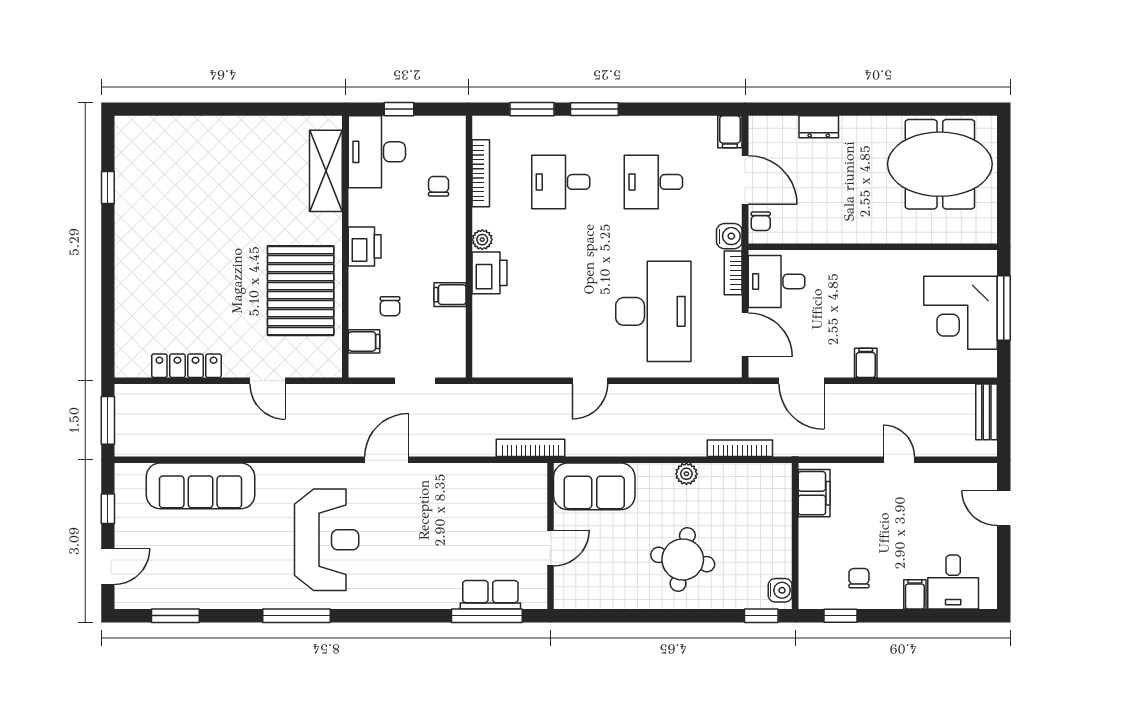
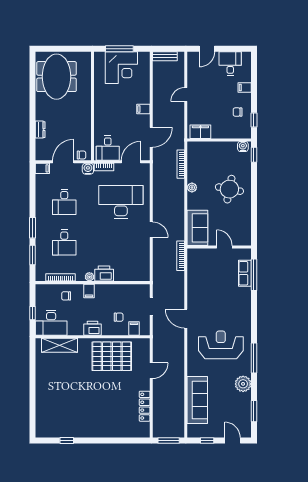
filing cabinet: (450, 295) -> (89, 291), moved
desk: (953, 582) -> (230, 63), moved, turned -90
plant: (238, 591) -> (243, 384), added

